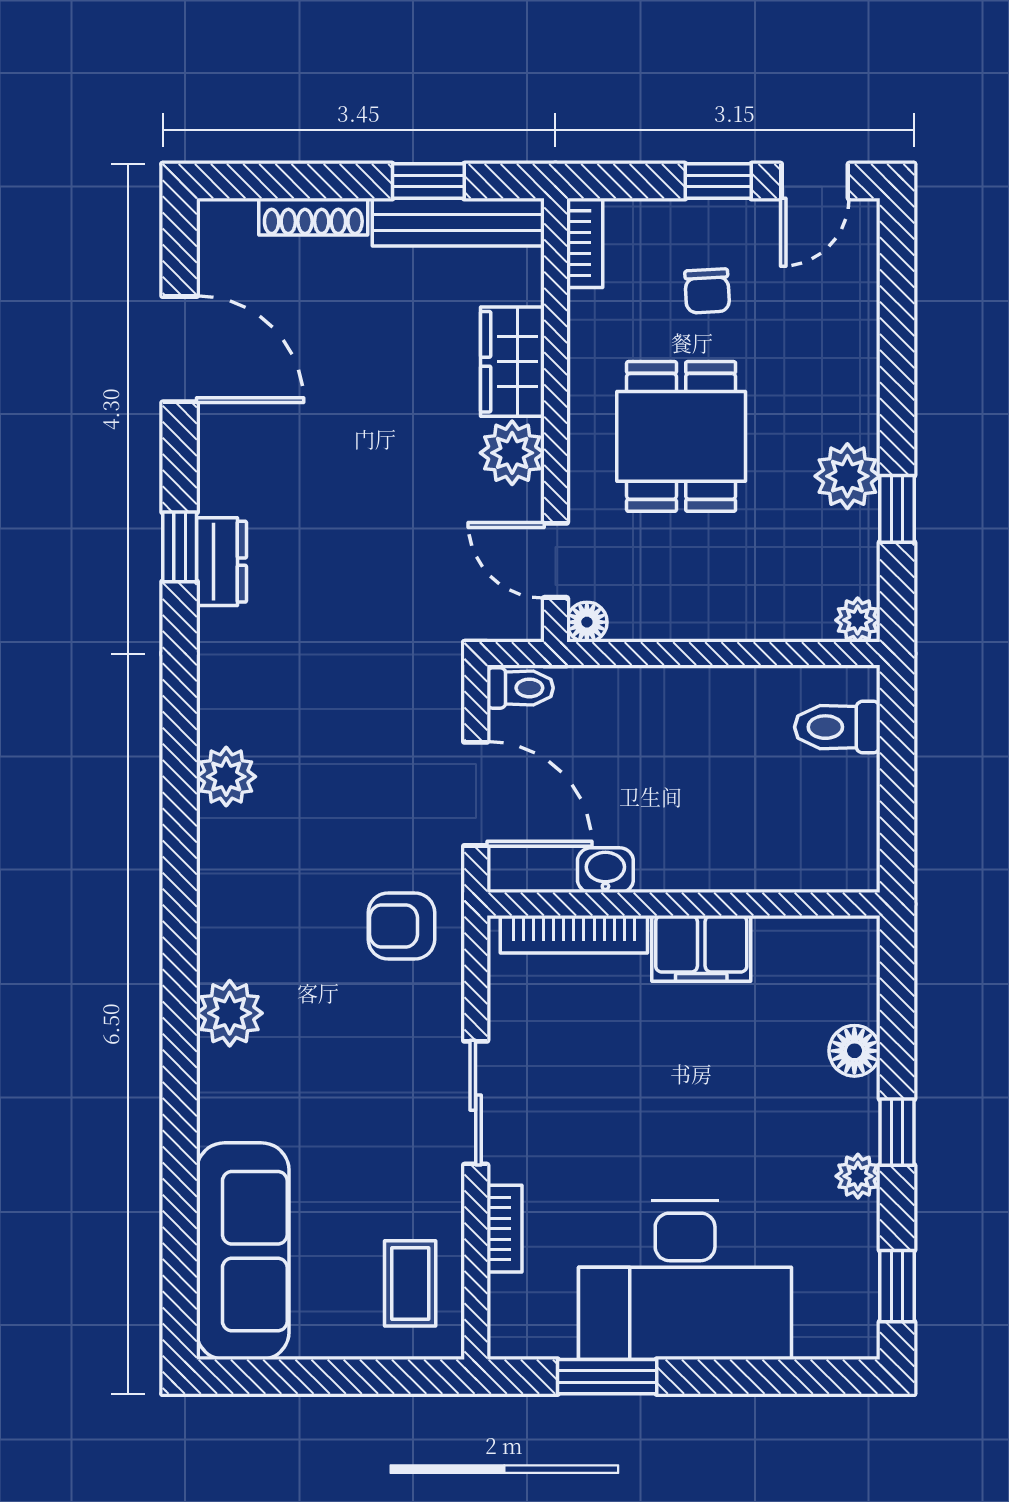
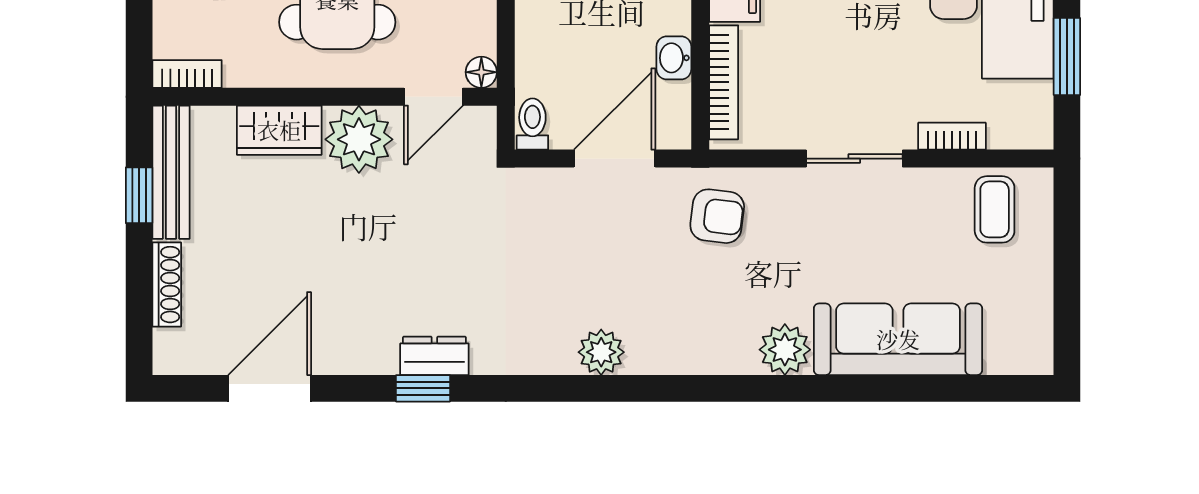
plant: (512, 453) -> (359, 139), width x1.36, depth x1.36
armchair: (401, 926) -> (717, 216), turned -83
sofa: (243, 1251) -> (898, 339), moved
coffee table: (410, 1283) -> (995, 209), turned 90

